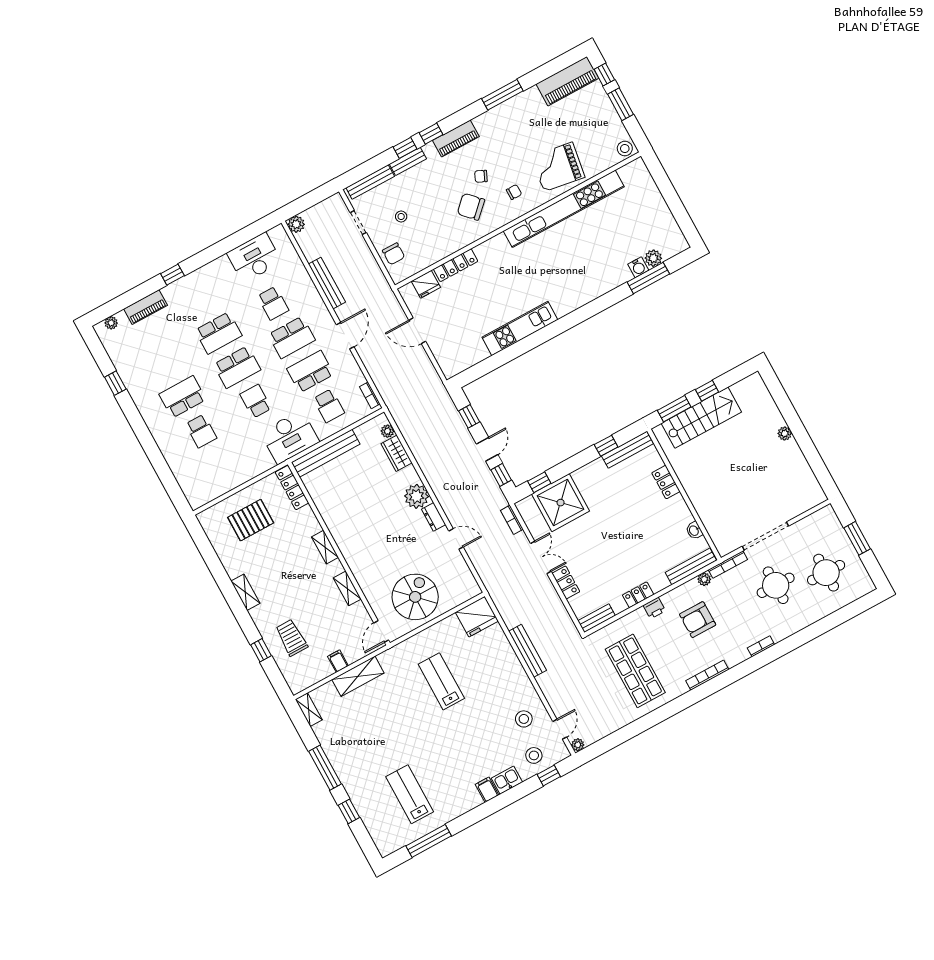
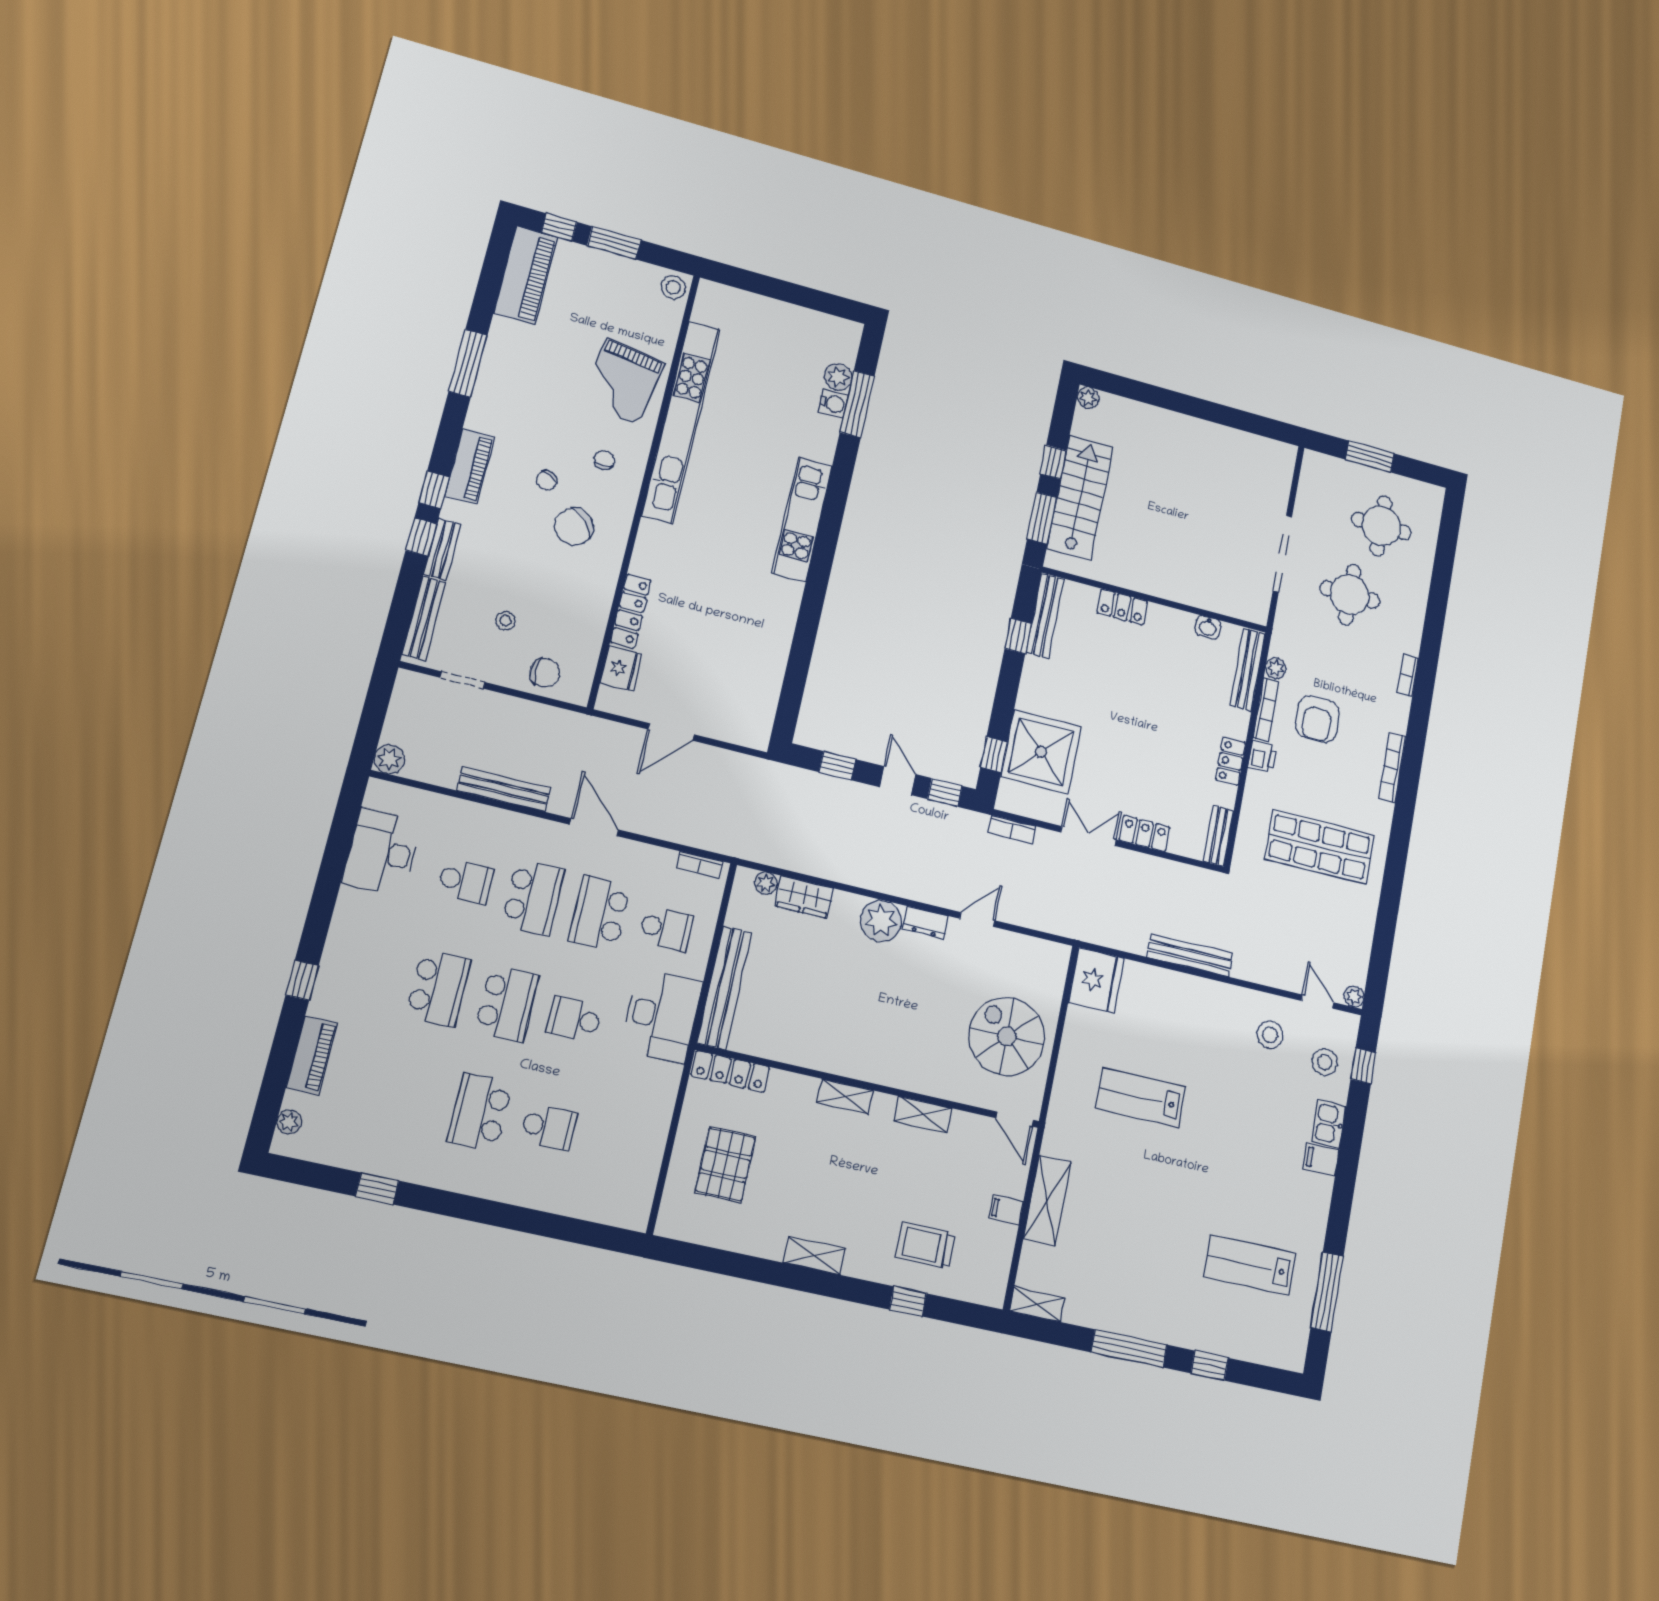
kitchen unit: (520, 329) -> (802, 519), moved
plant: (785, 434) -> (1088, 398), moved
bookcase: (728, 565) -> (1266, 710), moved

